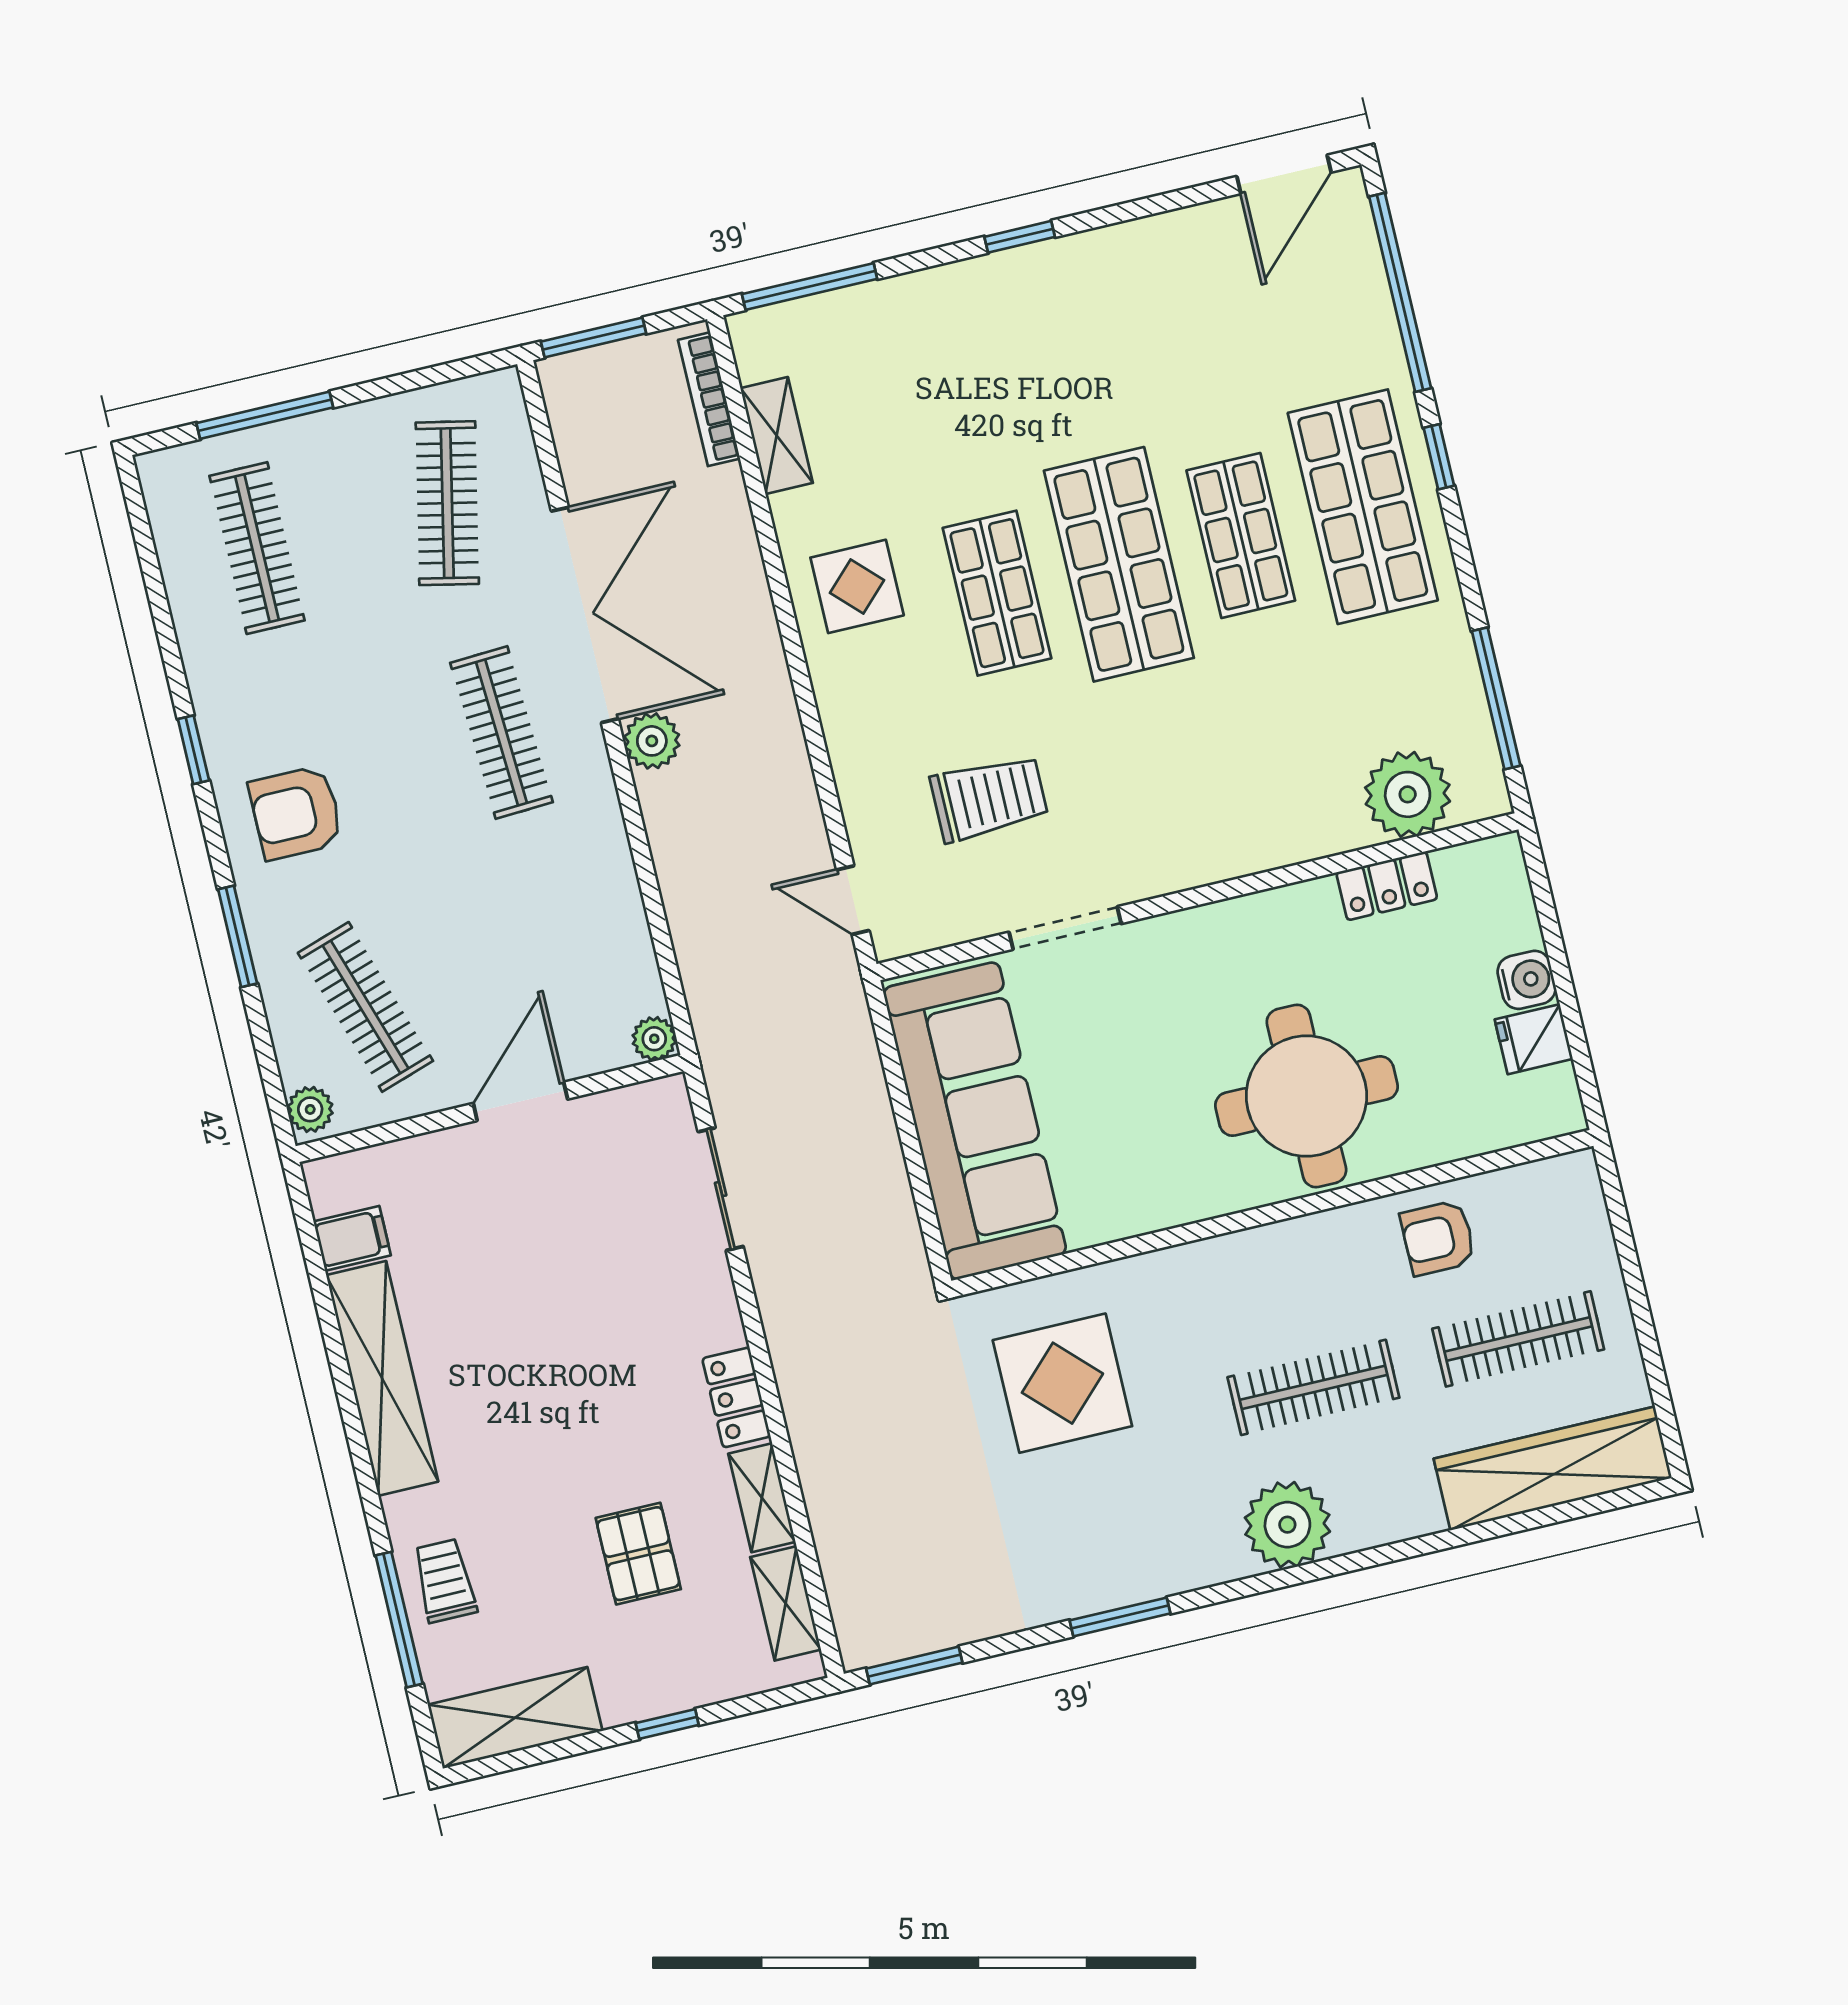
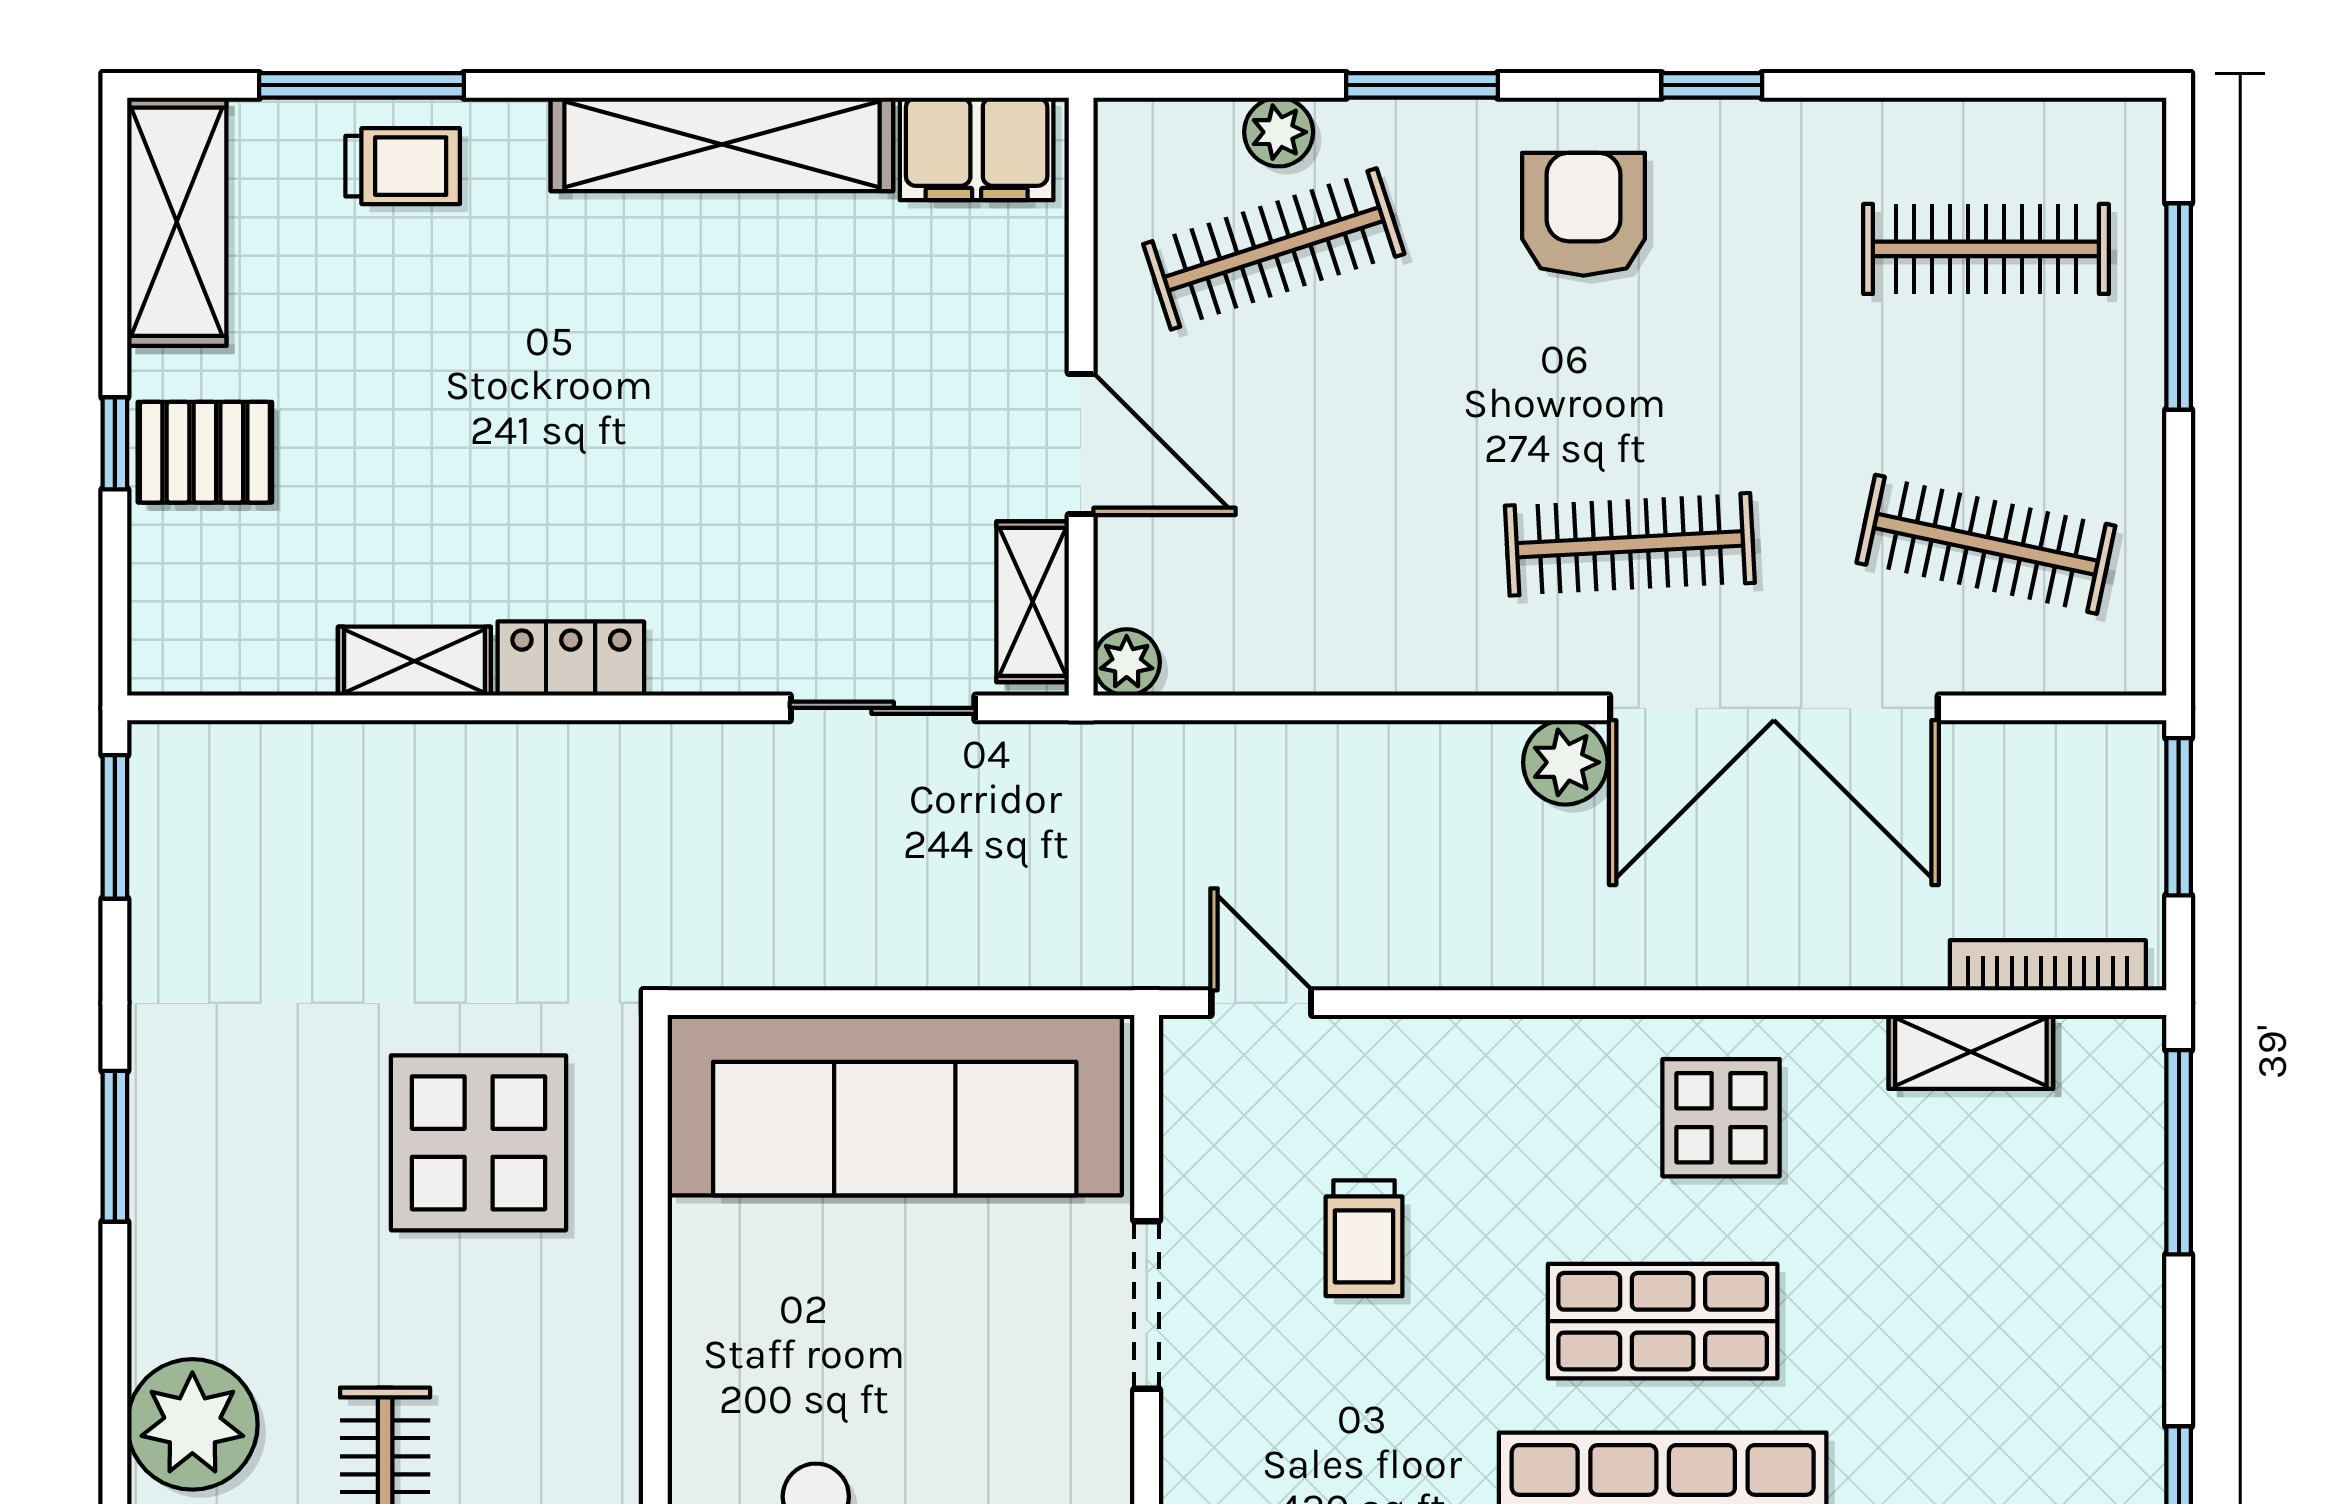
trolley: (989, 798) -> (1364, 1238), width x0.73, depth x0.72
door: (853, 900) -> (1261, 1003), hinge flipped
plant: (310, 1109) -> (1279, 132), moved
filing cabinet: (352, 1238) -> (977, 149), width x2.00
pallet: (638, 1554) -> (205, 452), moved
shelving: (786, 1603) -> (1033, 602), moved, turned 90

